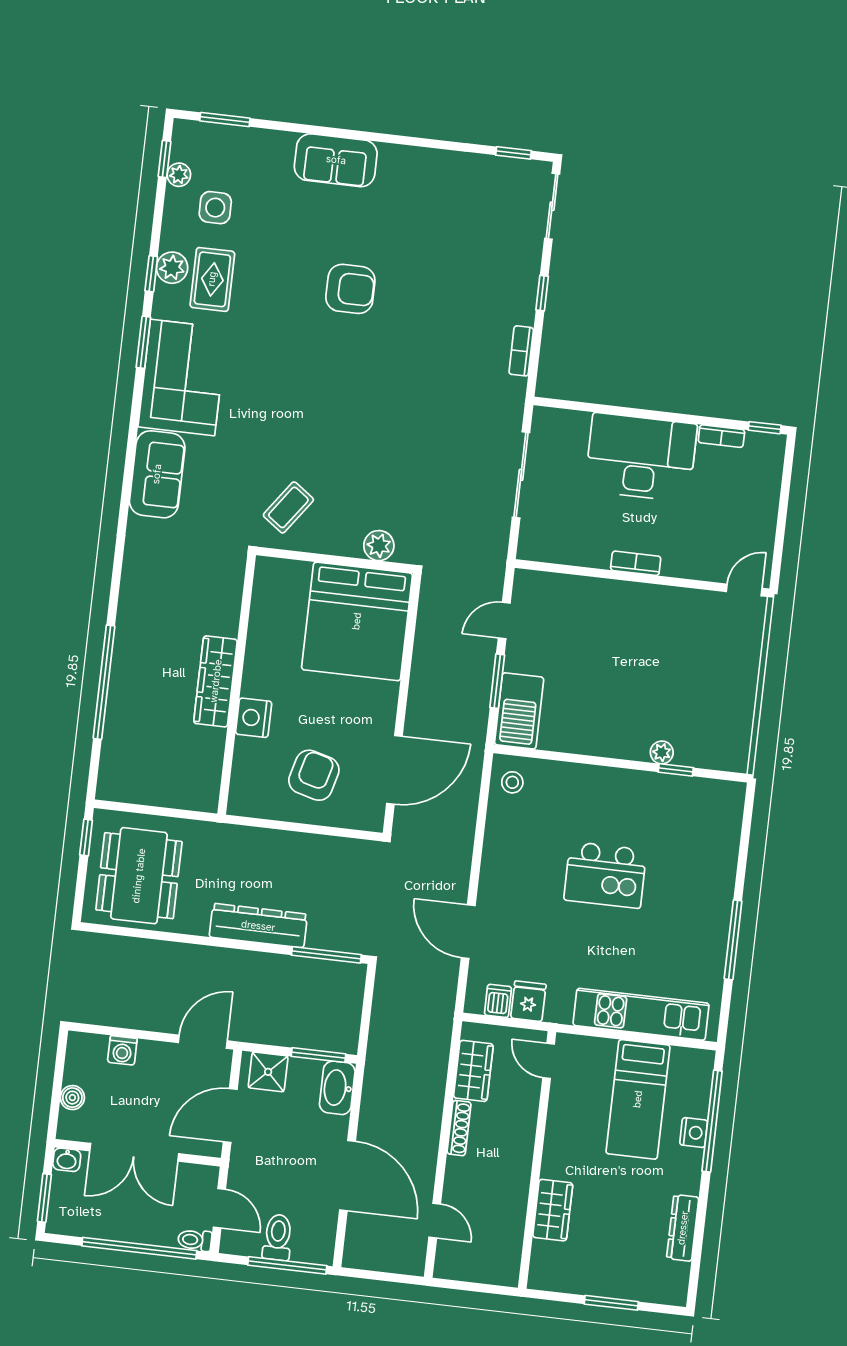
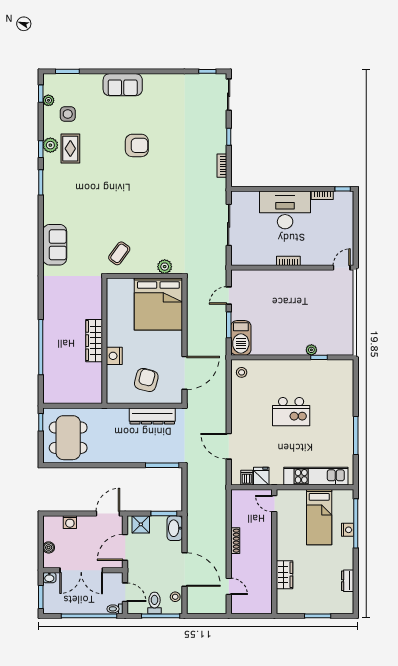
corner sofa: (183, 377) -> (61, 197), removed
dresser: (258, 926) -> (152, 416), moved, turned 180
wardrobe: (473, 1071) -> (239, 513), removed
dresser: (683, 1228) -> (348, 581), width x0.70
stool: (322, 1230) -> (175, 597), added

